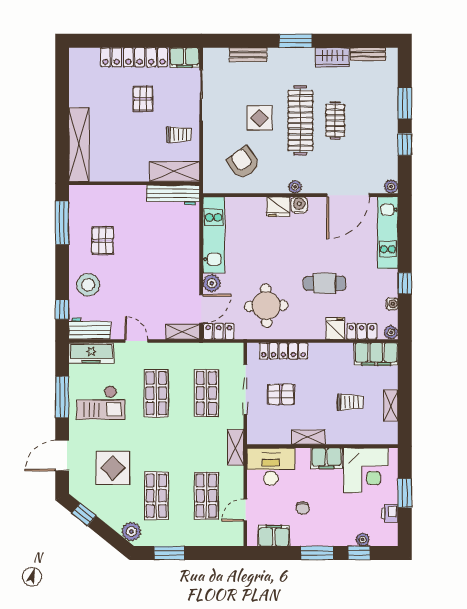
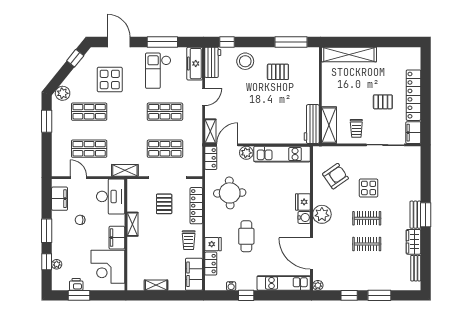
bench: (248, 55) -> (415, 215), moved
clothes rail: (300, 120) -> (367, 218), width x0.54, depth x0.76
plant: (295, 187) -> (322, 214), width x1.88, depth x1.88
door: (201, 309) -> (227, 145), swing flipped
plant: (391, 332) -> (210, 285), removed
trolley: (350, 402) -> (189, 240), moved
window: (405, 493) -> (79, 295), moved

